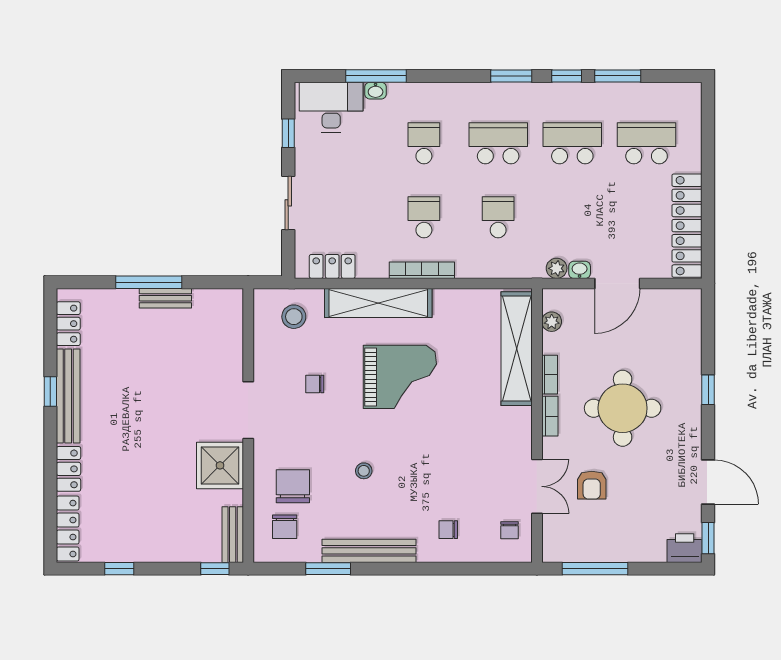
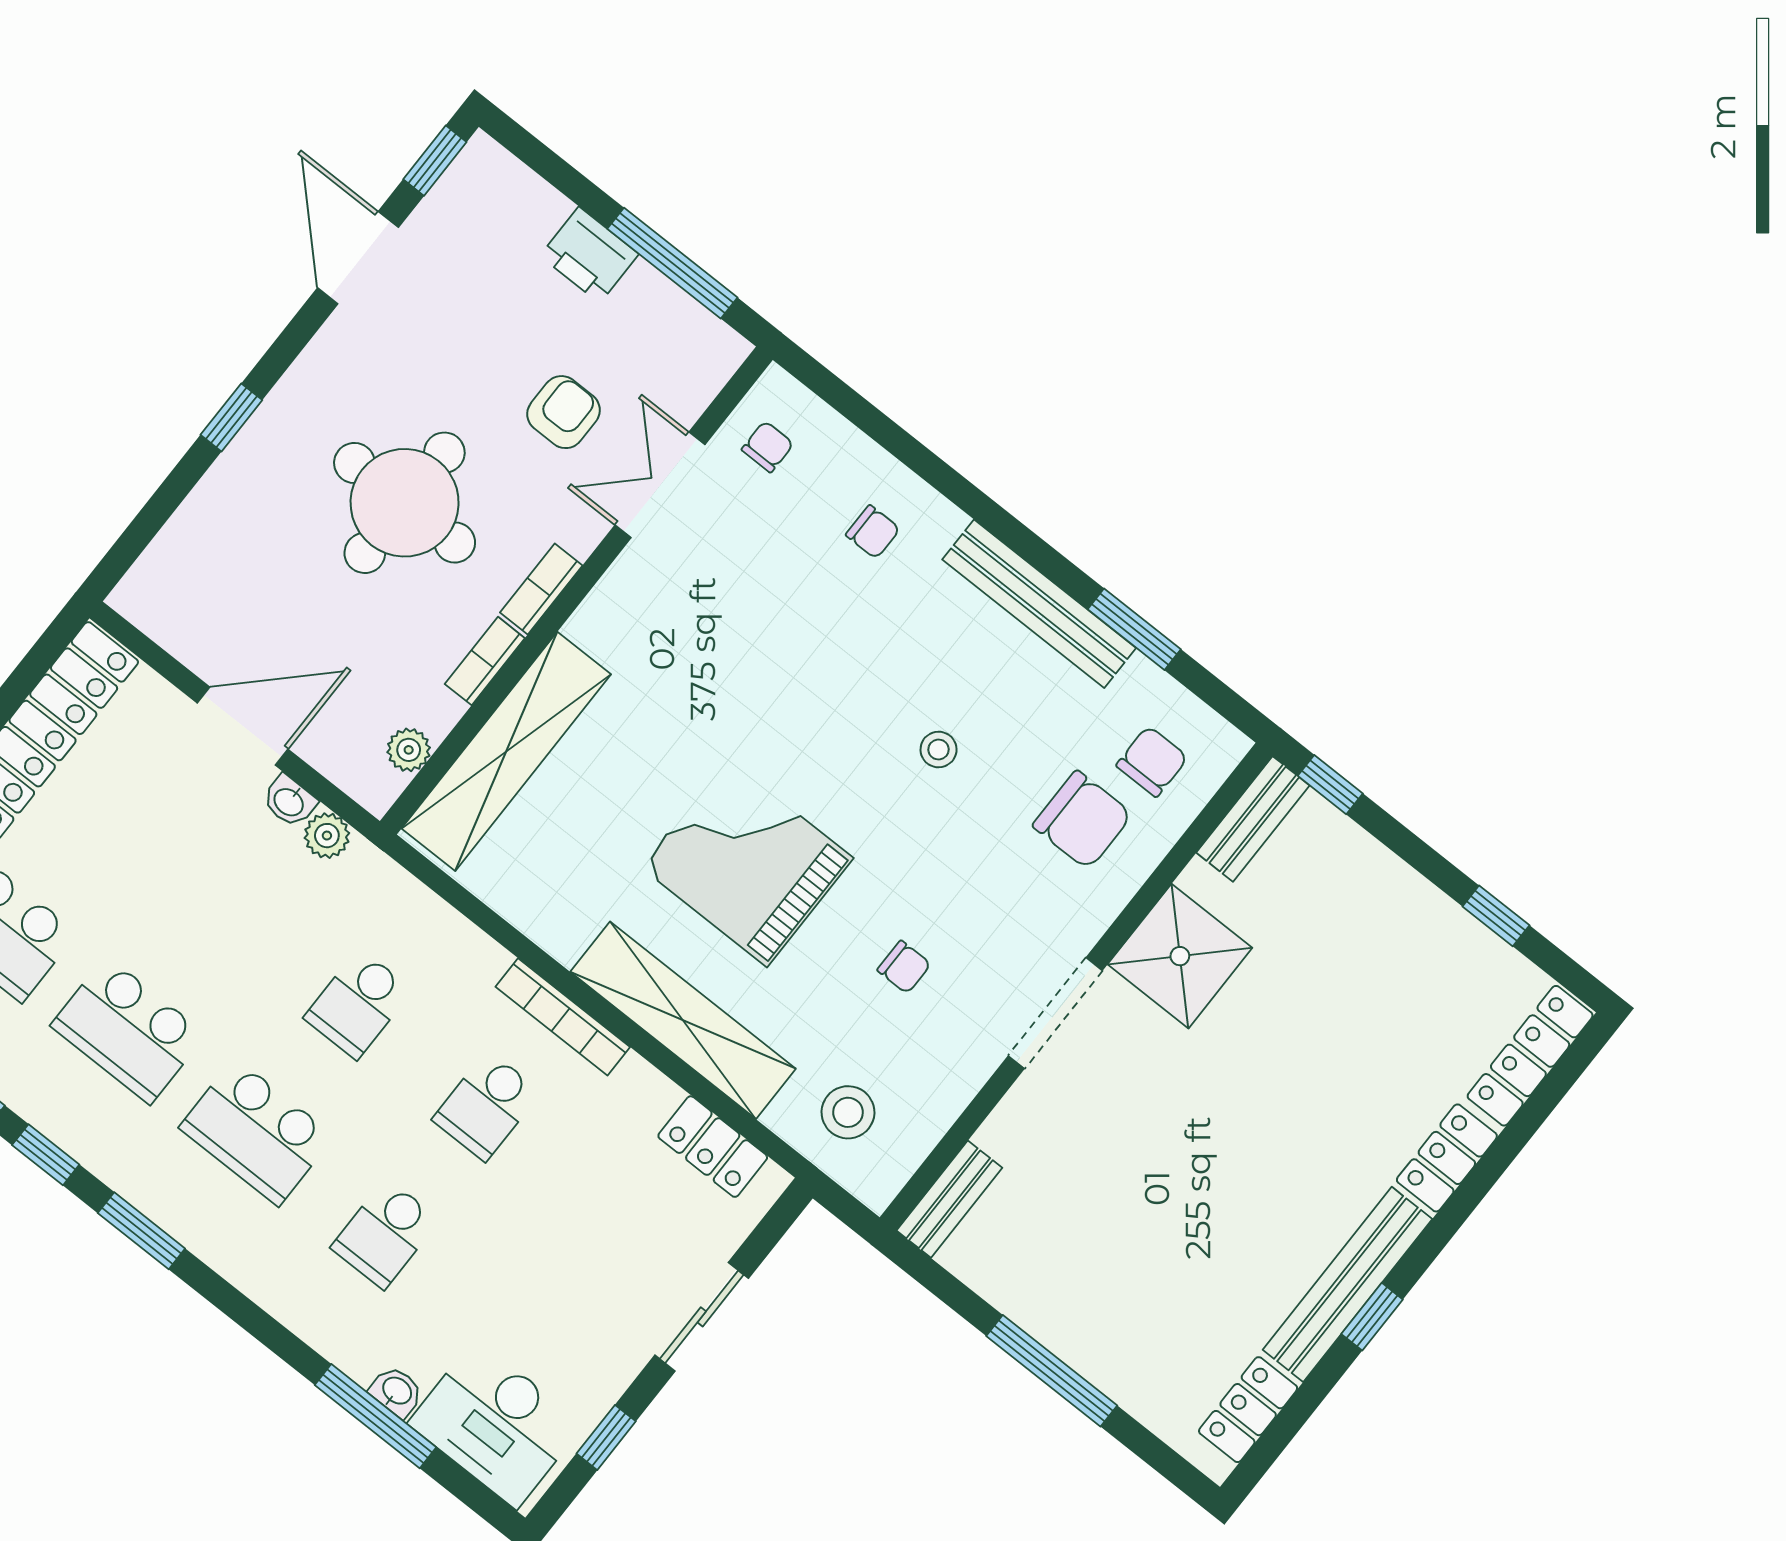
bench: (165, 298) -> (949, 1199), moved, turned 90
chair: (293, 486) -> (1082, 820), turned -90
printer: (685, 548) -> (589, 255), moved

